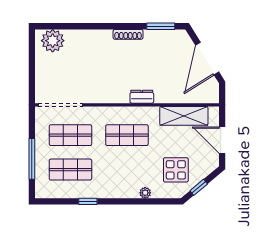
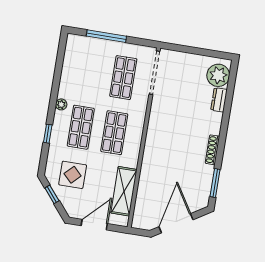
door: (207, 59) -> (176, 223), hinge flipped
dresser: (142, 97) -> (219, 100), moved, turned 180
shop shelf: (70, 170) -> (81, 127), moved
plant: (145, 193) -> (61, 104), moved
window: (88, 201) -> (48, 134), moved

